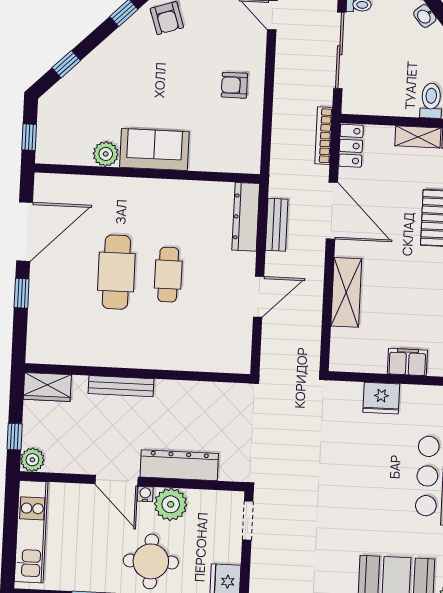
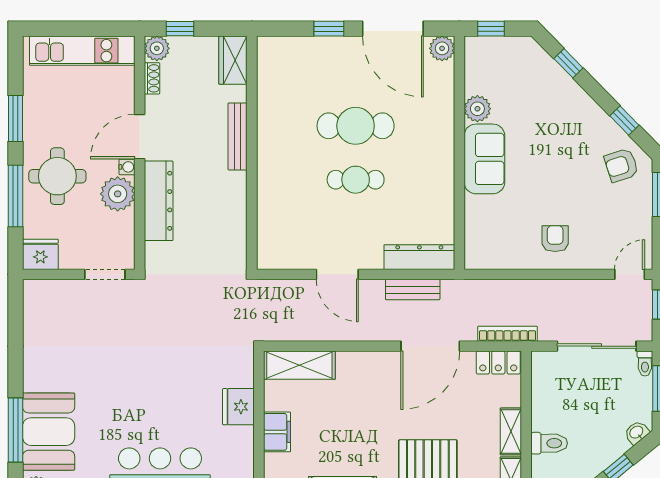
plant: (46, 185) -> (442, 48), added
shelving: (346, 292) -> (299, 365), moved
shoe rack: (61, 466) -> (152, 78), added

